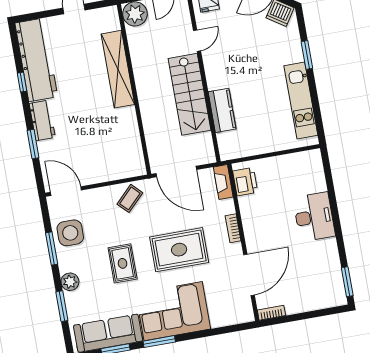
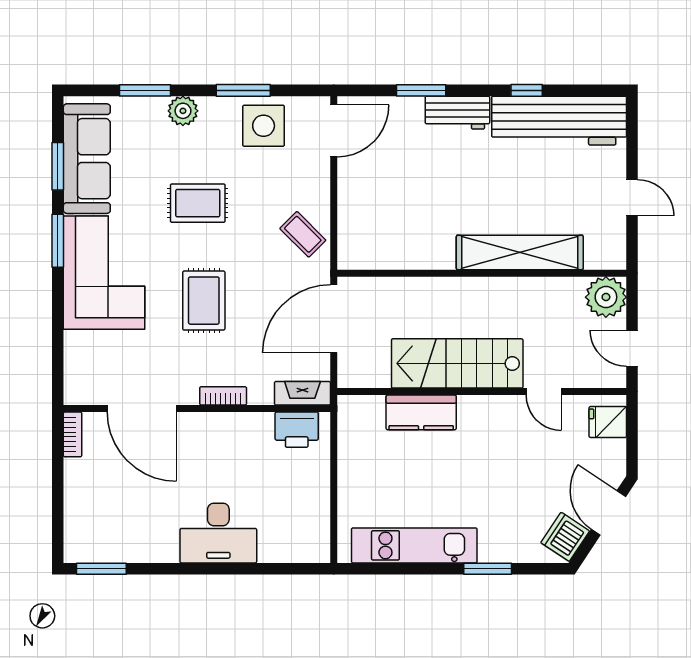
rug: (179, 250) -> (204, 301), width x0.73, depth x0.70

